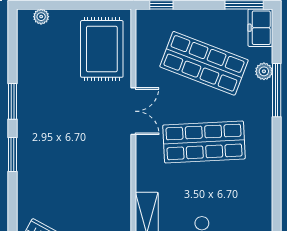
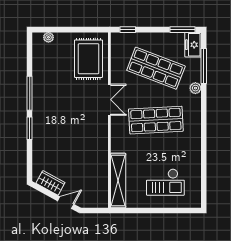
plant: (264, 71) -> (195, 88), moved
window: (277, 90) -> (204, 66), moved
window: (12, 101) -> (30, 93), width x1.44

